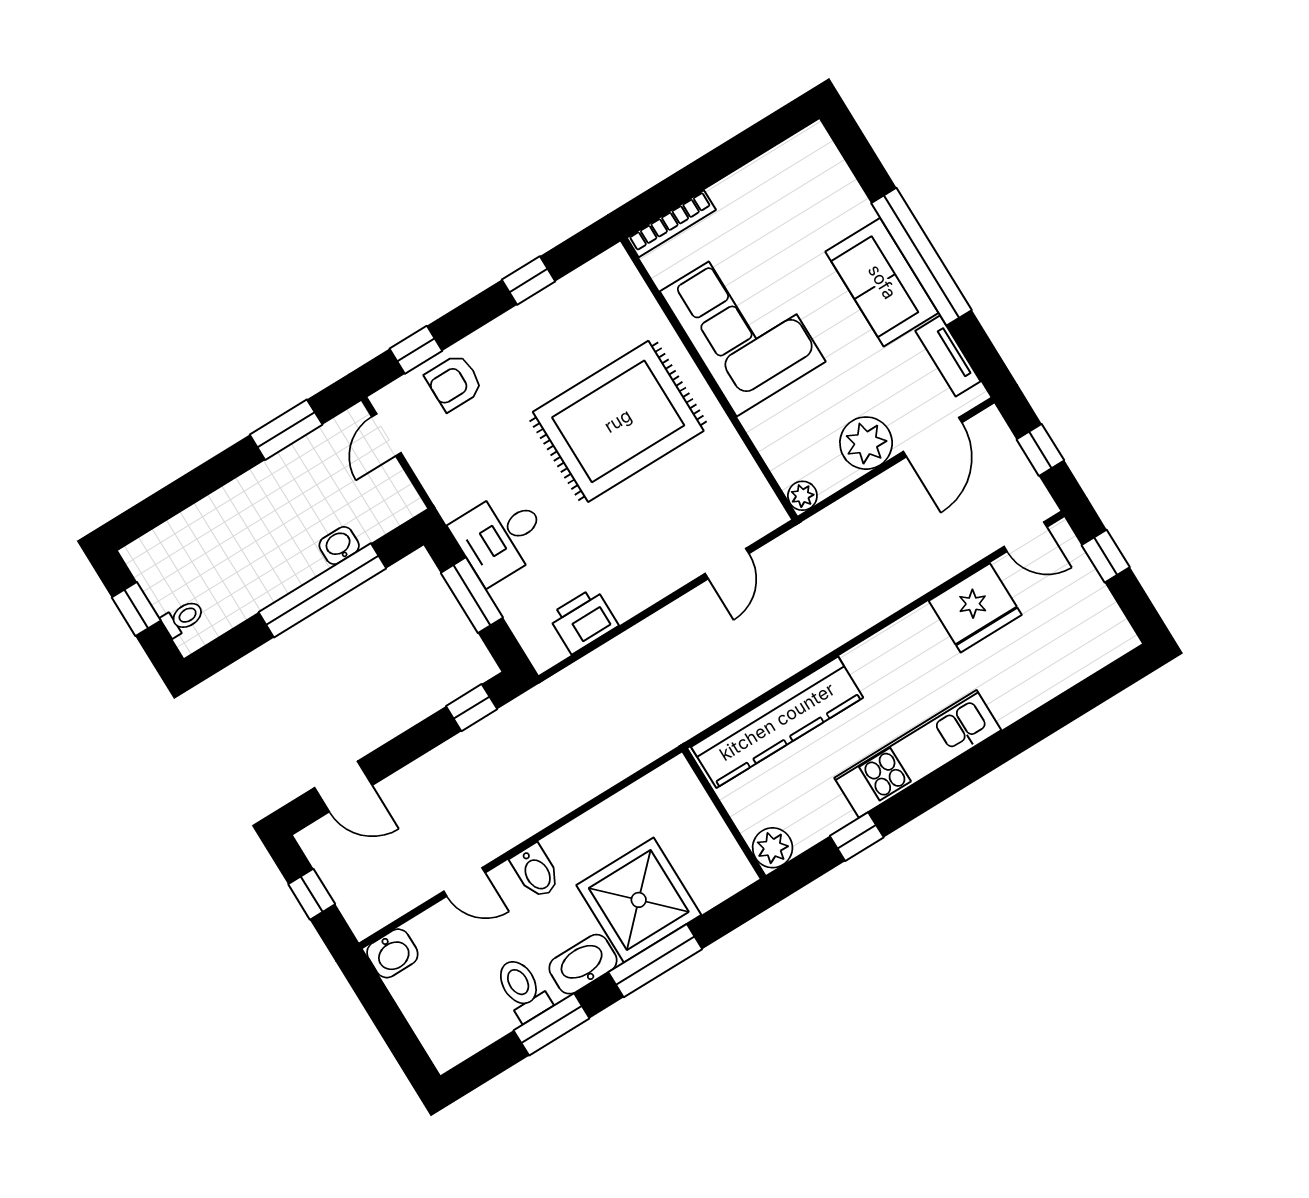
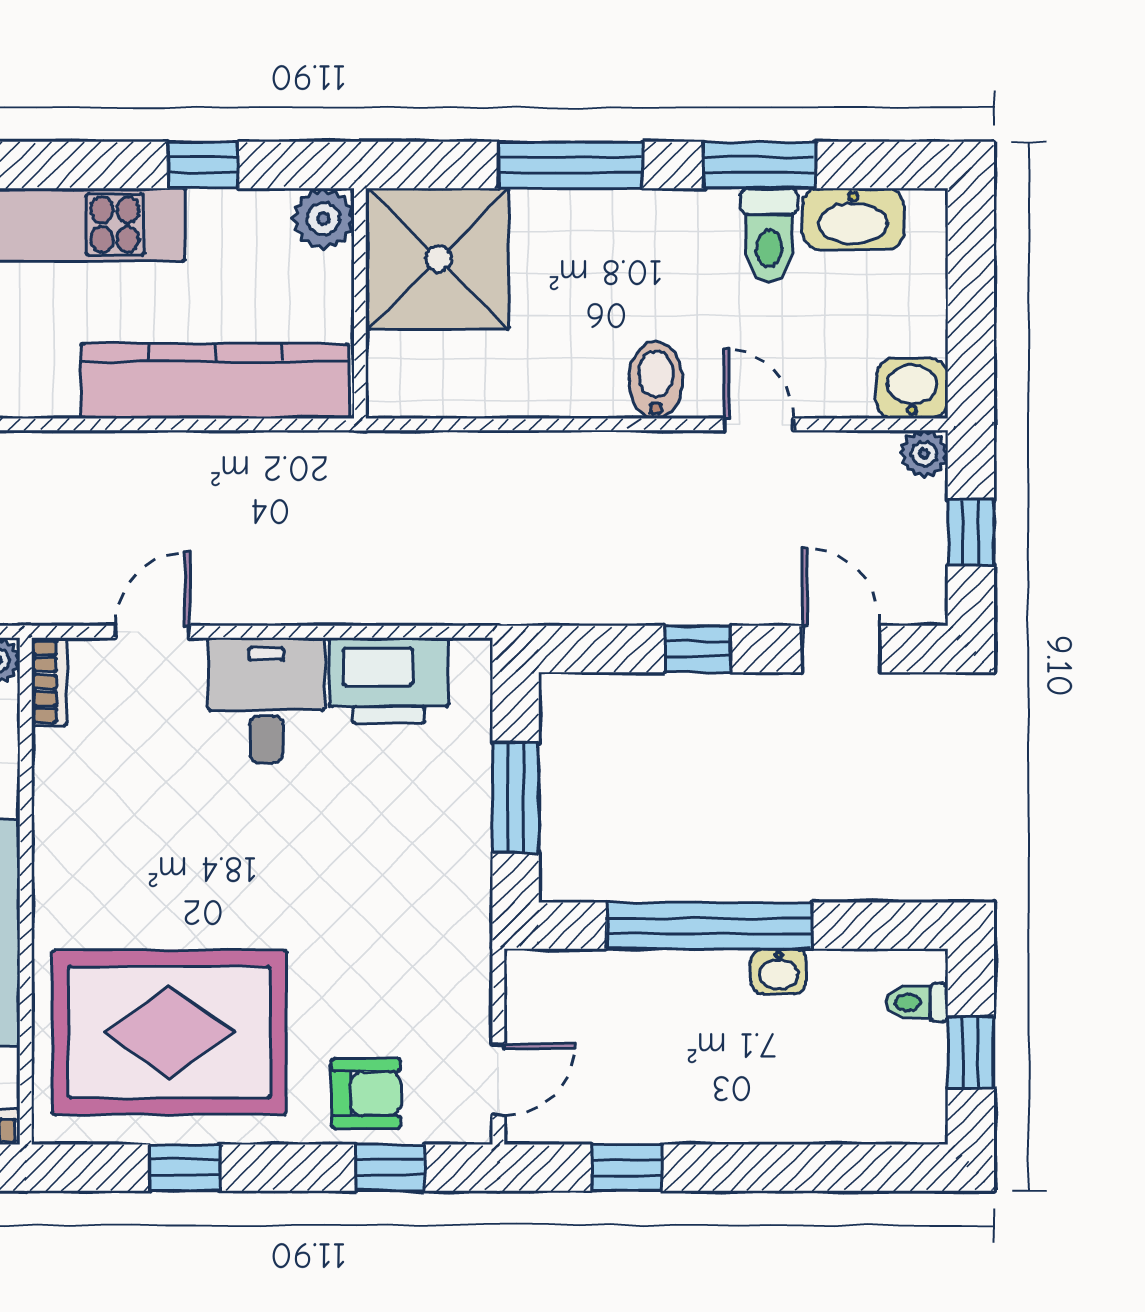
rug: (618, 421) -> (169, 1032), moved
window: (286, 430) -> (627, 1168), width x0.67
bookcase: (767, 501) -> (49, 682), added
desk: (501, 536) -> (266, 700), moved, turned -90
washbasin: (339, 545) -> (779, 971), moved
printer: (583, 620) -> (389, 680), width x1.37, depth x1.19
window: (472, 708) -> (698, 649), moved
shower: (639, 900) -> (438, 259), moved
plant: (364, 922) -> (924, 454), added
washbasin: (583, 964) -> (853, 219), moved

